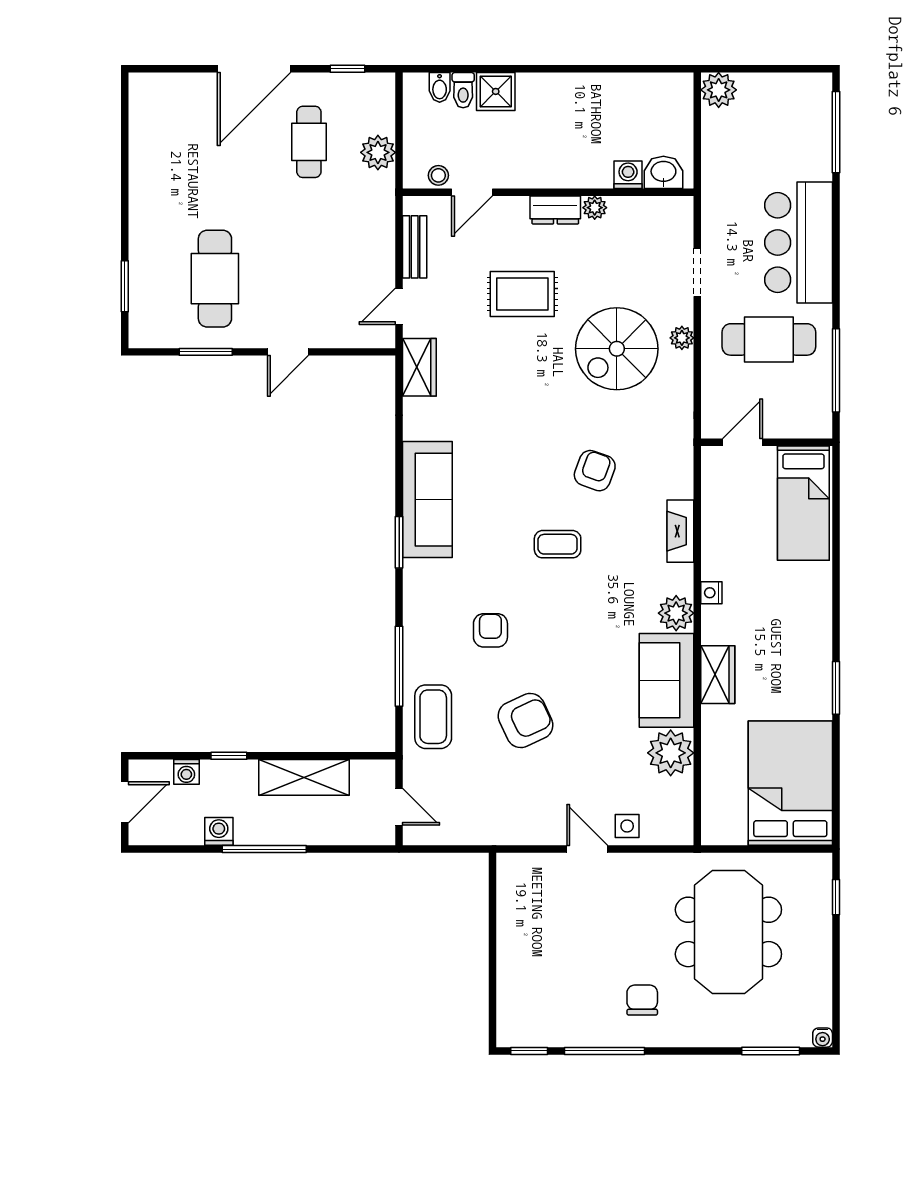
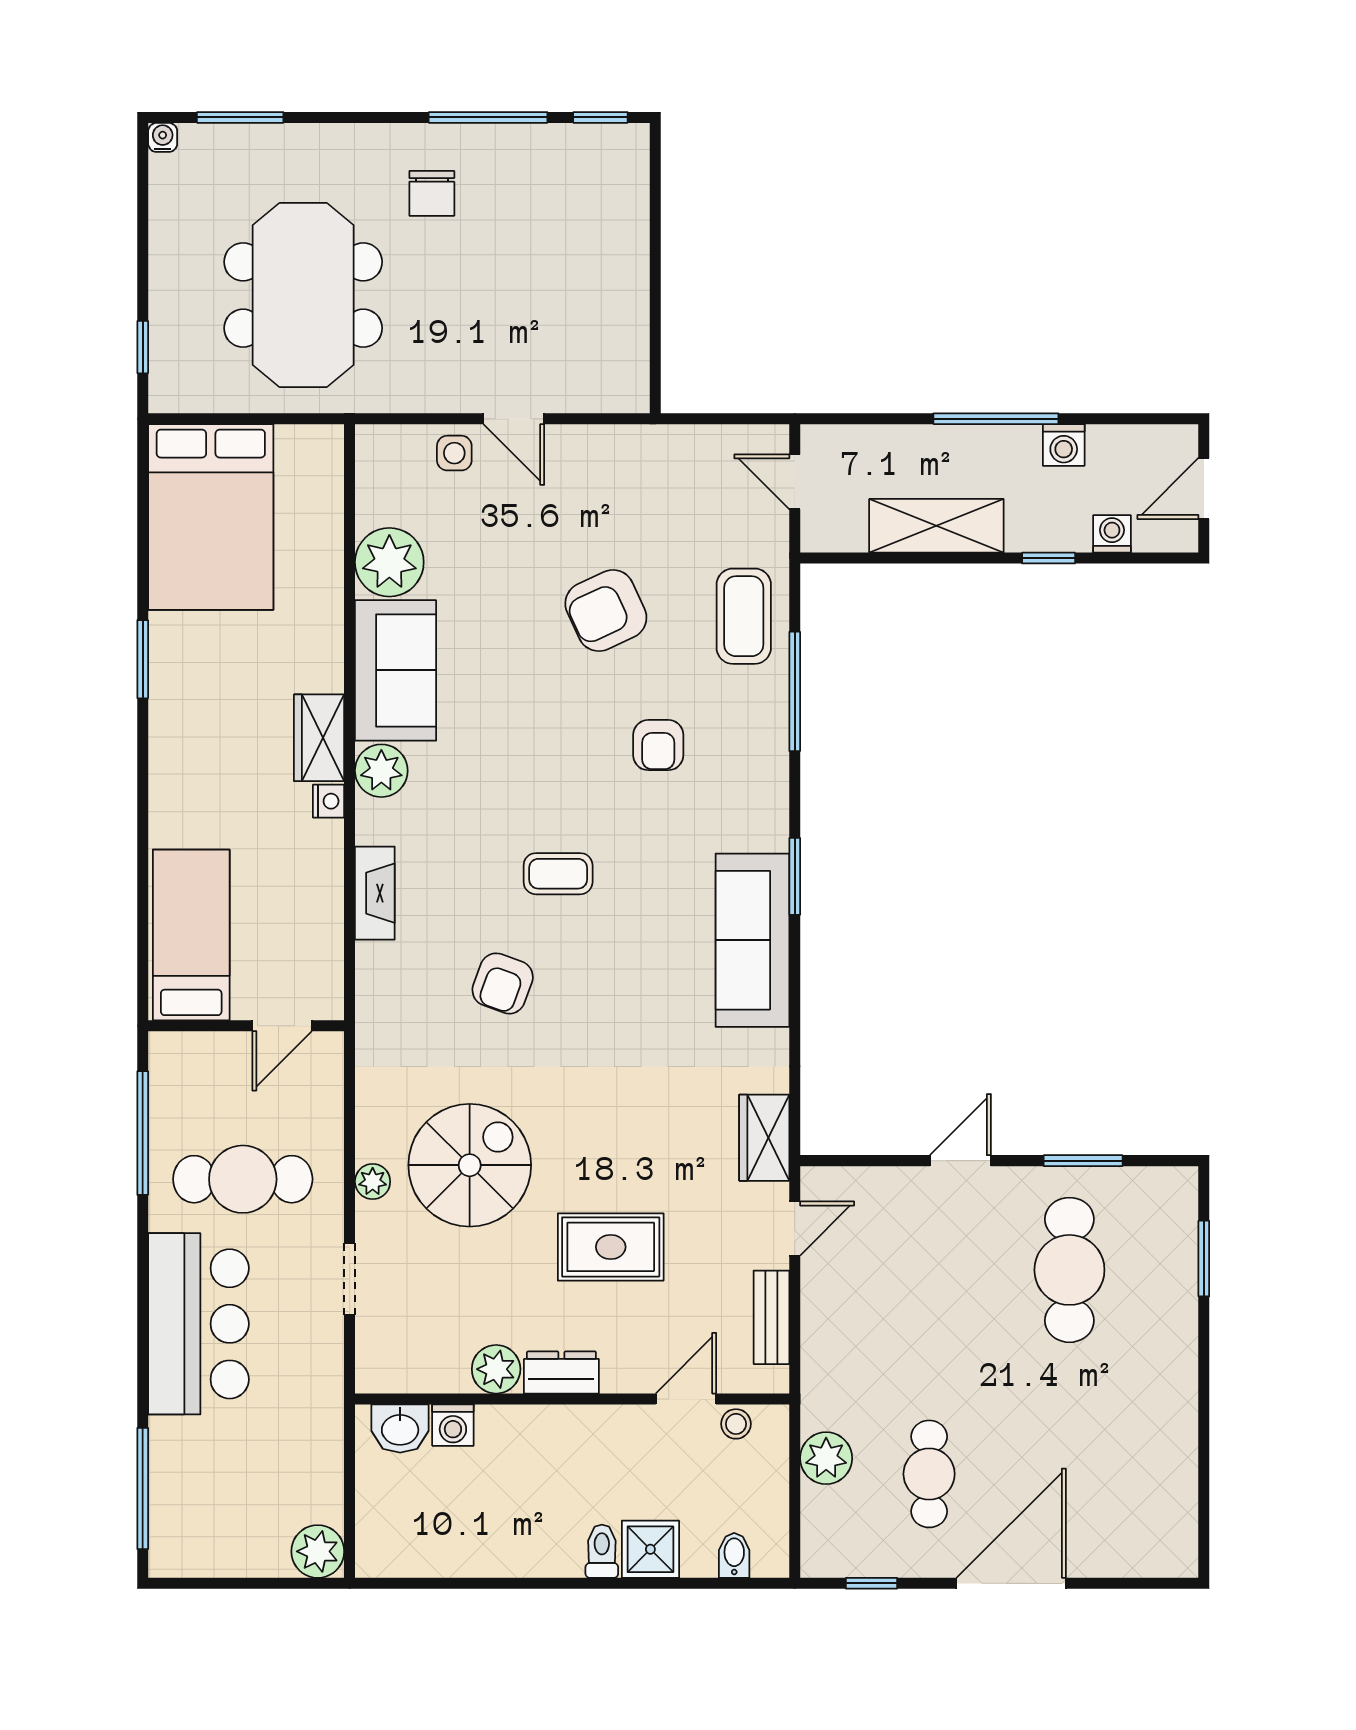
toilet: (463, 90) -> (602, 1551), moved
plant: (595, 208) -> (496, 1369), width x1.38, depth x1.38
wardrobe: (718, 675) -> (319, 738), moved

